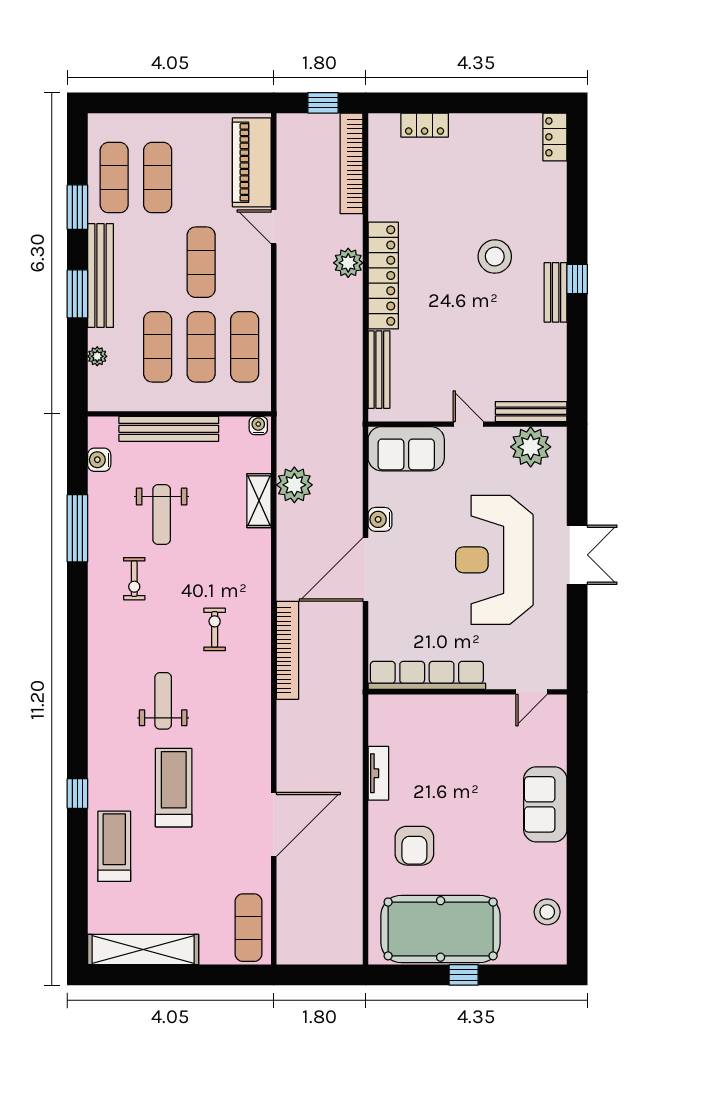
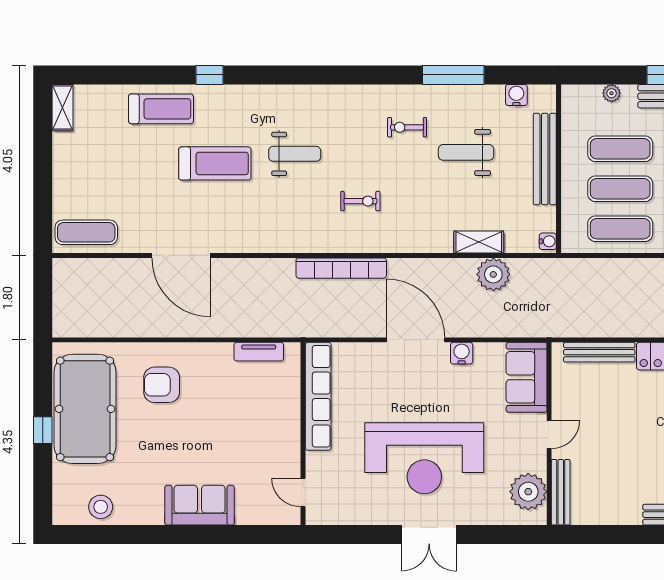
reception desk: (494, 560) -> (424, 458), turned 180
tv unit: (378, 773) -> (259, 352), moved
shelving: (143, 950) -> (63, 108), width x0.45, depth x0.75

